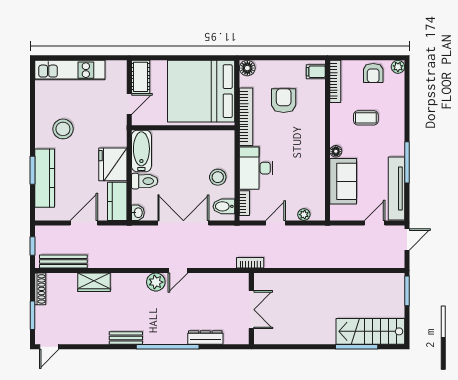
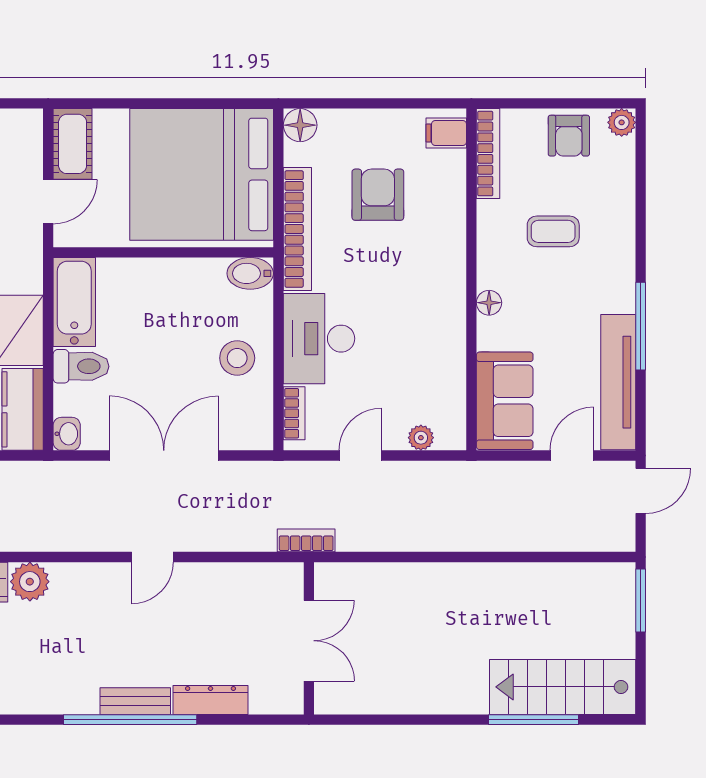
sofa: (343, 181) -> (505, 401), moved
bidet: (224, 206) -> (250, 273), moved
plant: (156, 282) -> (30, 582), moved
bench: (126, 338) -> (135, 701), moved

